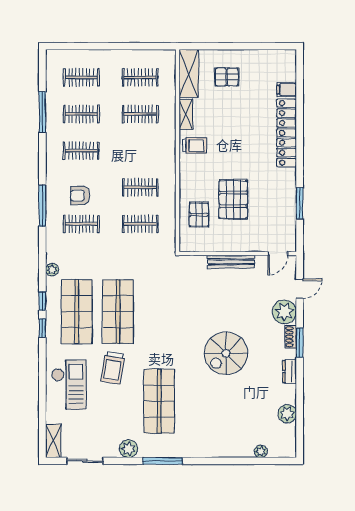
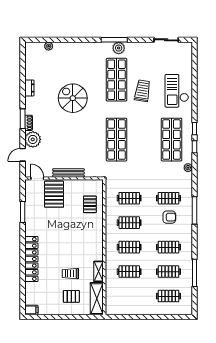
clothes rail: (140, 77) -> (129, 247), moved
filing cabinet: (287, 90) -> (31, 310), moved
trolley: (195, 145) -> (70, 274), moved
pallet: (233, 199) -> (54, 194), moved
door: (278, 254) -> (37, 178), hinge flipped
shop shelf: (118, 312) -> (117, 140), moved
spiral stairs: (226, 353) -> (73, 98), moved, turned -90
trolley: (113, 368) -> (142, 91), moved
dresser: (290, 372) -> (29, 88), moved
plant: (287, 414) -> (31, 71), removed
shelving: (53, 441) -> (187, 53), removed
plant: (128, 449) -> (119, 48), moved

